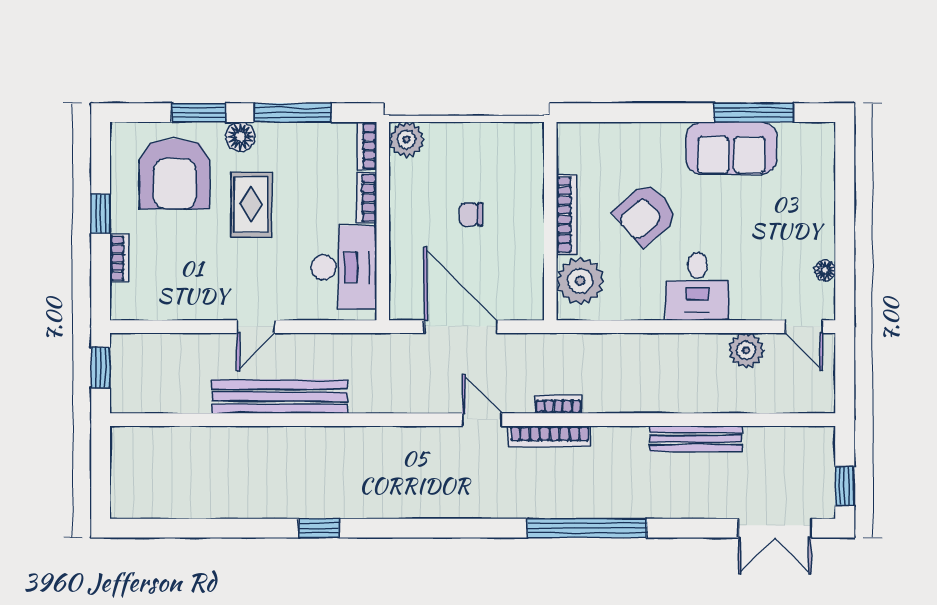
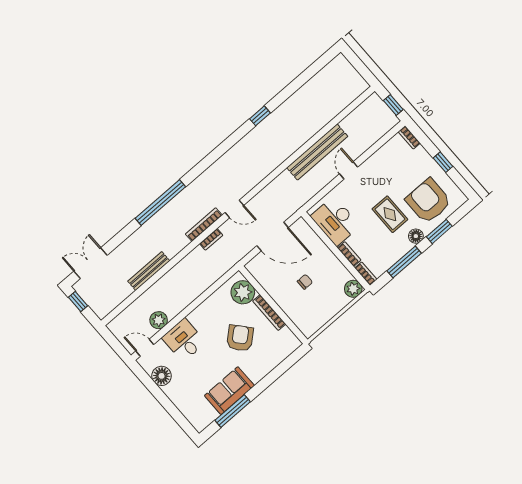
bookcase: (119, 258) -> (409, 137), moved
floor lamp: (825, 270) -> (162, 376), width x1.89, depth x1.89
desk: (697, 286) -> (184, 340), moved

